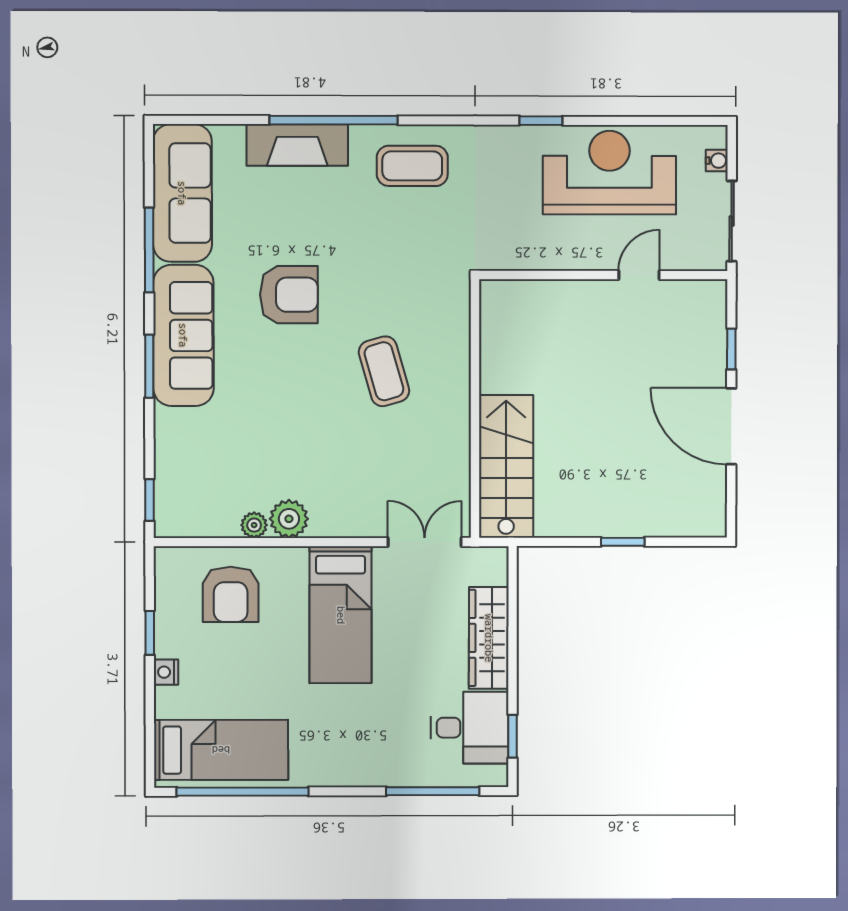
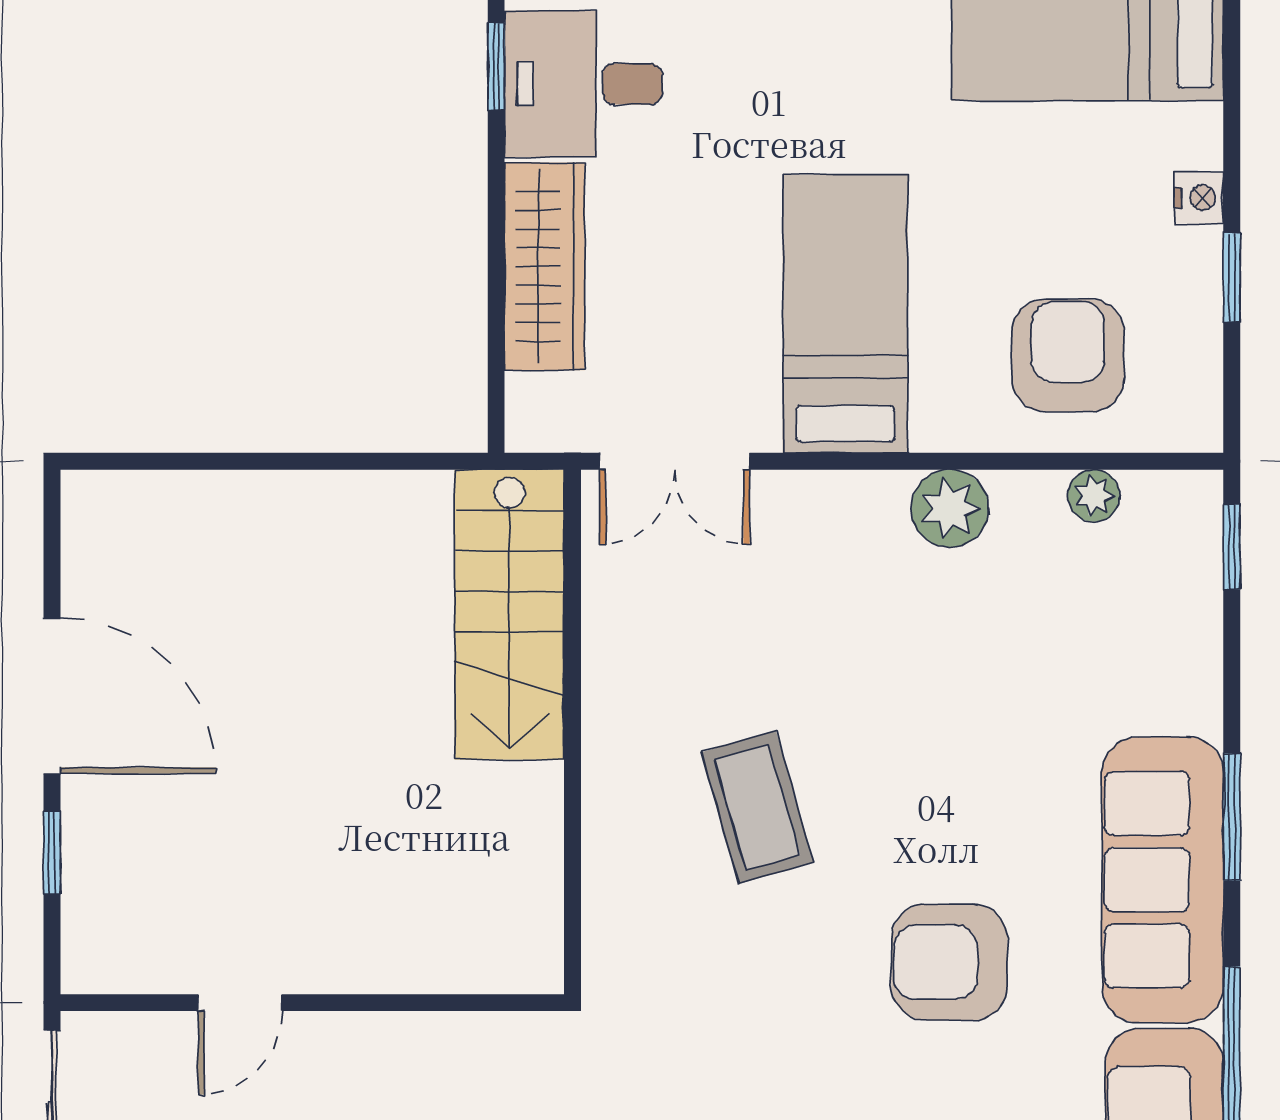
plant: (254, 525) -> (1094, 496), moved
window: (623, 542) -> (272, 461), removed

